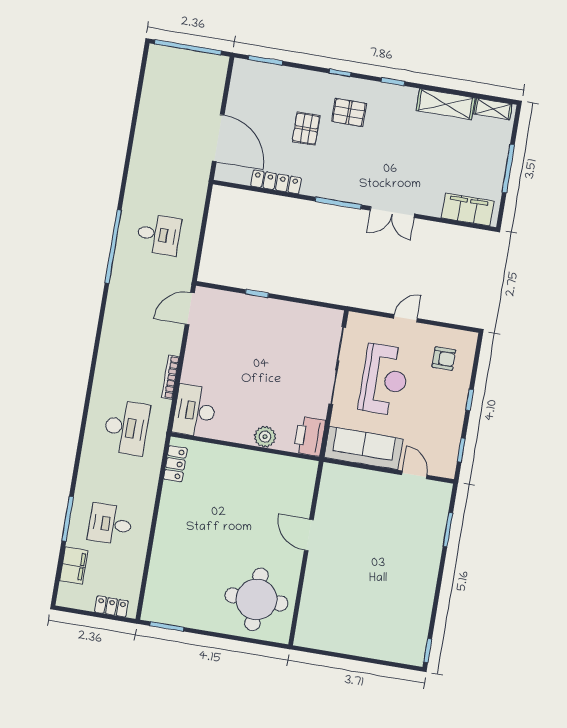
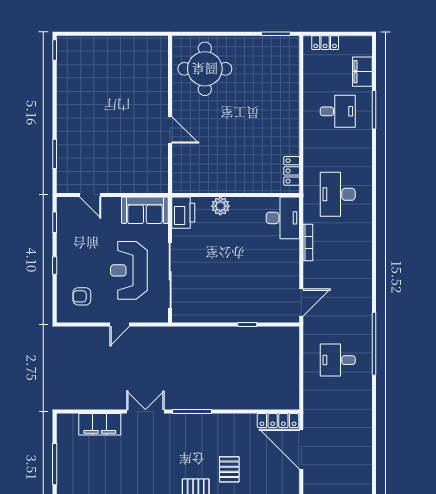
locker: (276, 182) -> (278, 421), moved
filing cabinet: (468, 210) -> (100, 424), moved
sofa: (364, 448) -> (145, 210), width x0.73

